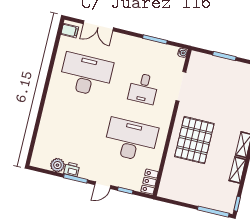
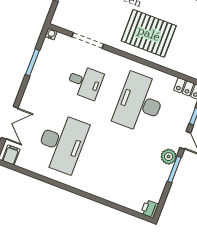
desk: (86, 75) -> (62, 143), turned 180
plant: (57, 165) -> (169, 157), moved
printer: (72, 169) -> (150, 209), moved

